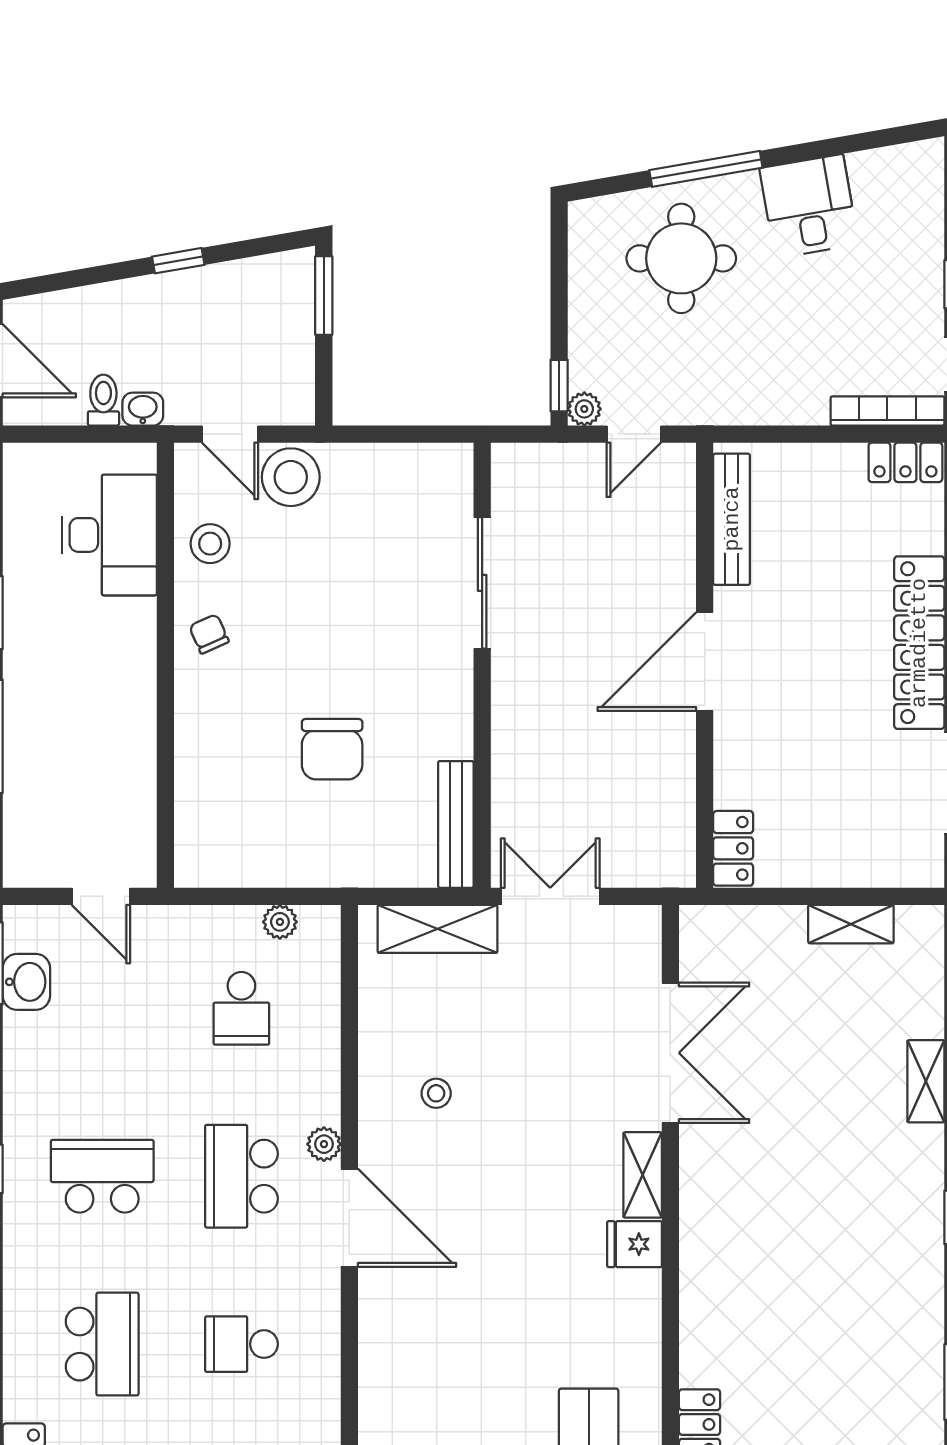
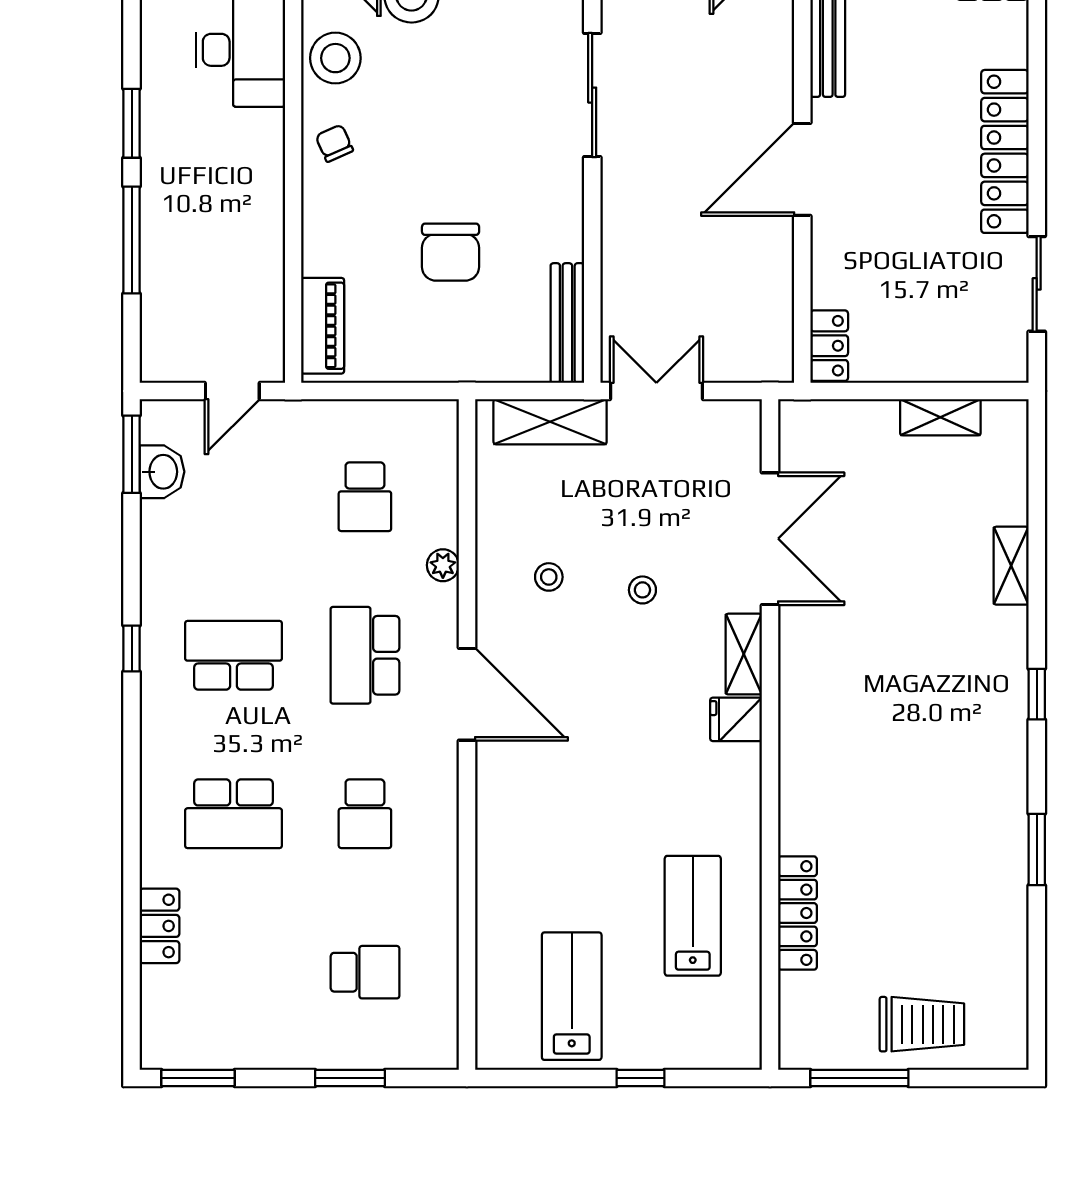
stool: (210, 544) -> (335, 58), width x1.38, depth x1.38
piano: (197, 827) -> (323, 326), added
door: (101, 896) -> (232, 391), hinge flipped
plant: (280, 922) -> (401, 415), removed
stool: (535, 1107) -> (642, 590), added
plant: (324, 1144) -> (443, 565), moved
school desk: (102, 1344) -> (233, 814), turned 90
school desk: (241, 1344) -> (365, 814), turned -90

